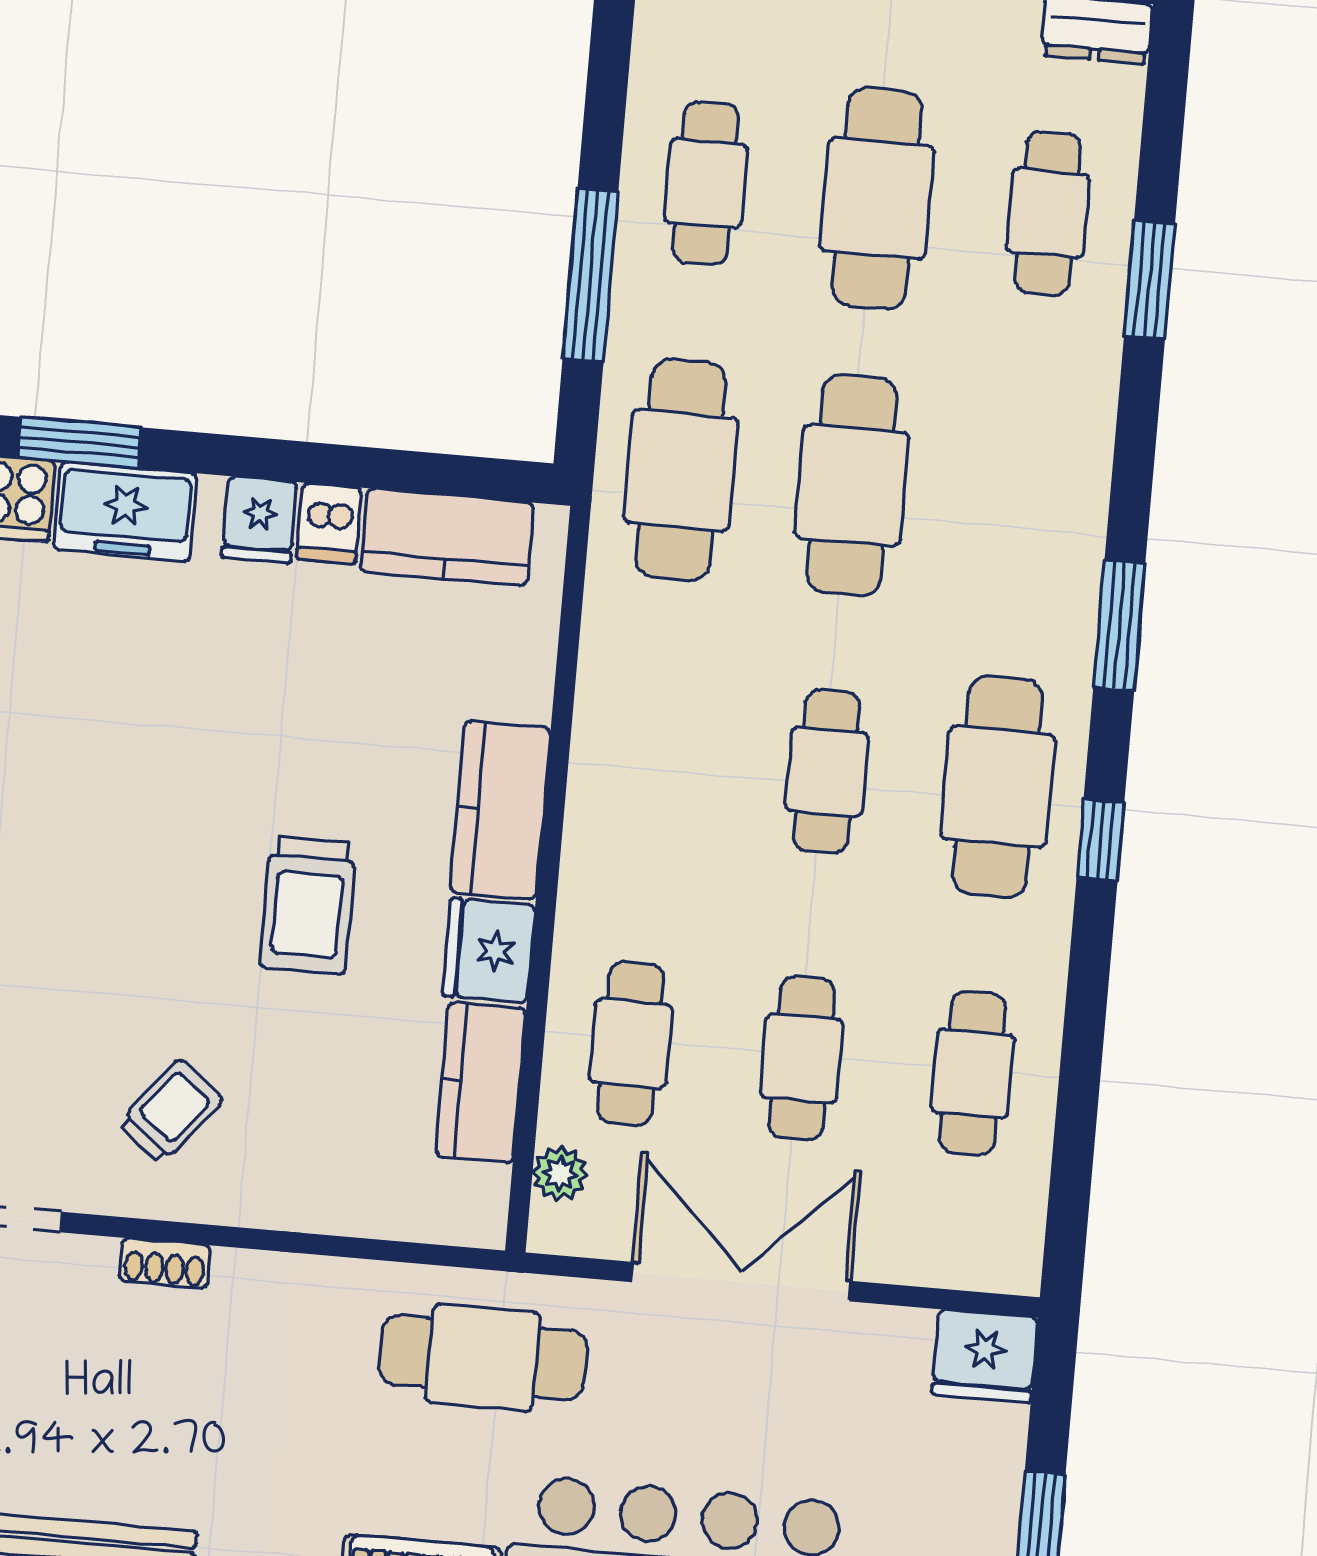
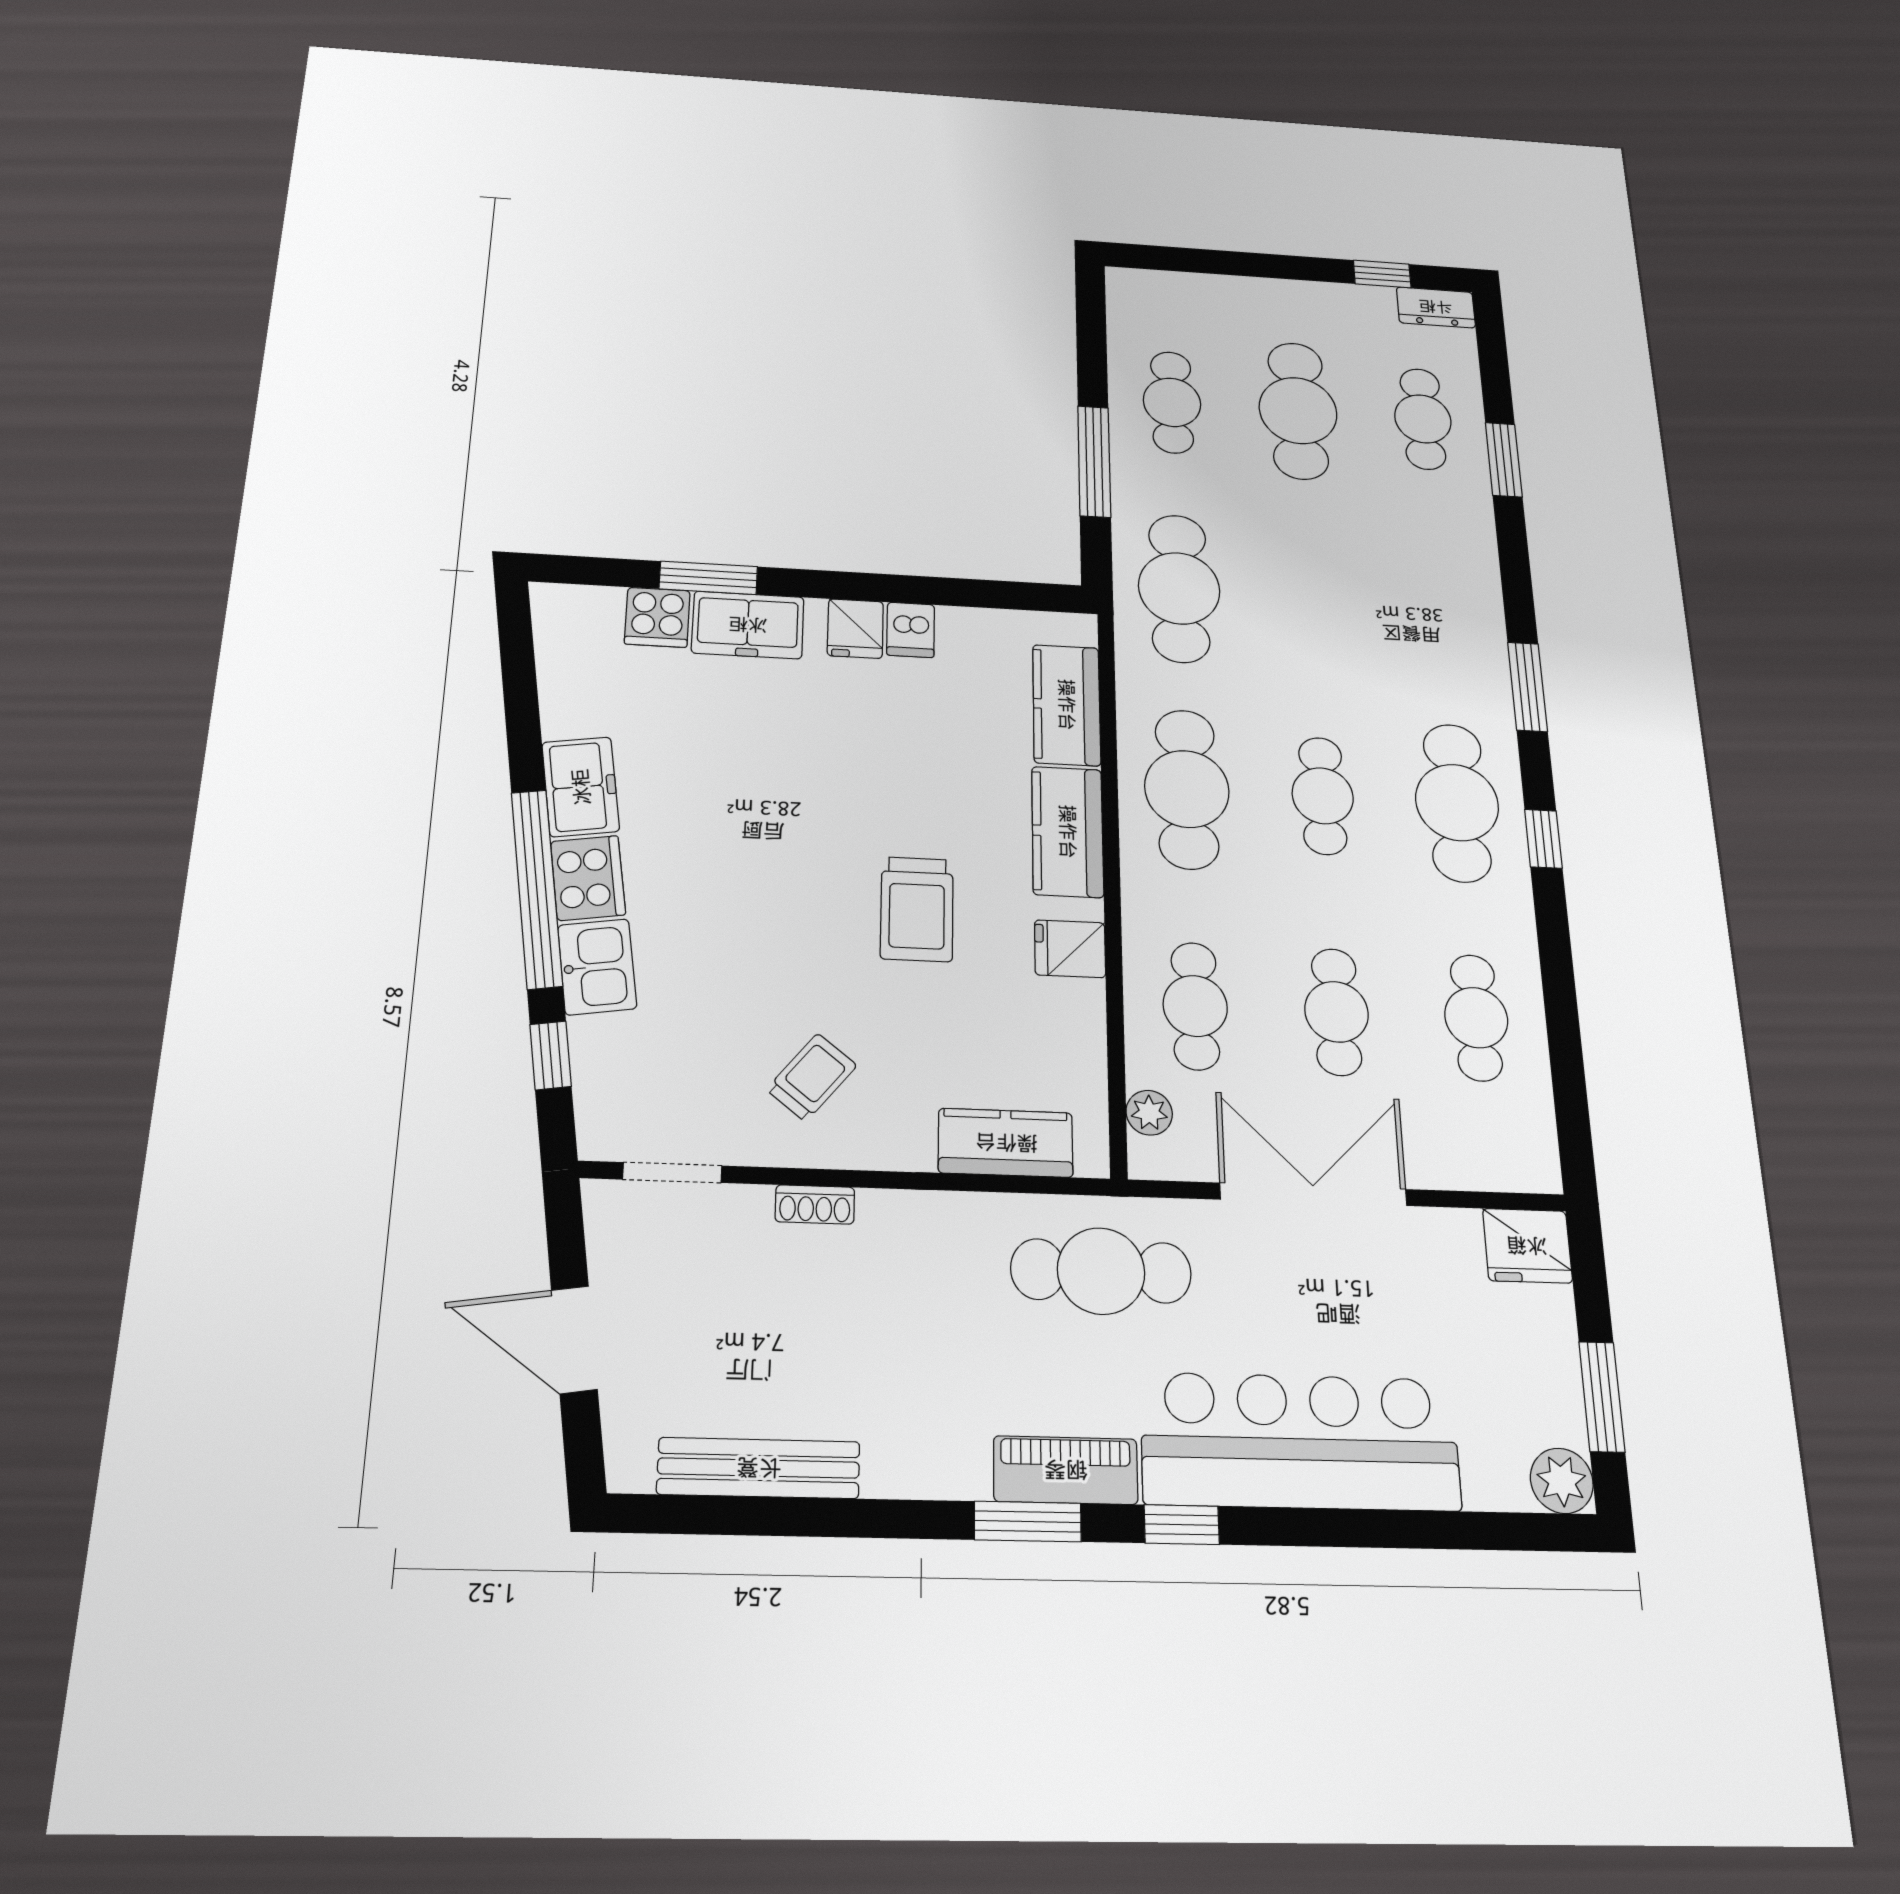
cafe table: (852, 485) -> (1187, 789), moved
kitchen counter: (447, 537) -> (1067, 705), moved, turned 90
fridge: (489, 950) -> (1070, 949), width x0.72
kitchen counter: (481, 1083) -> (1006, 1143), moved, turned 90

